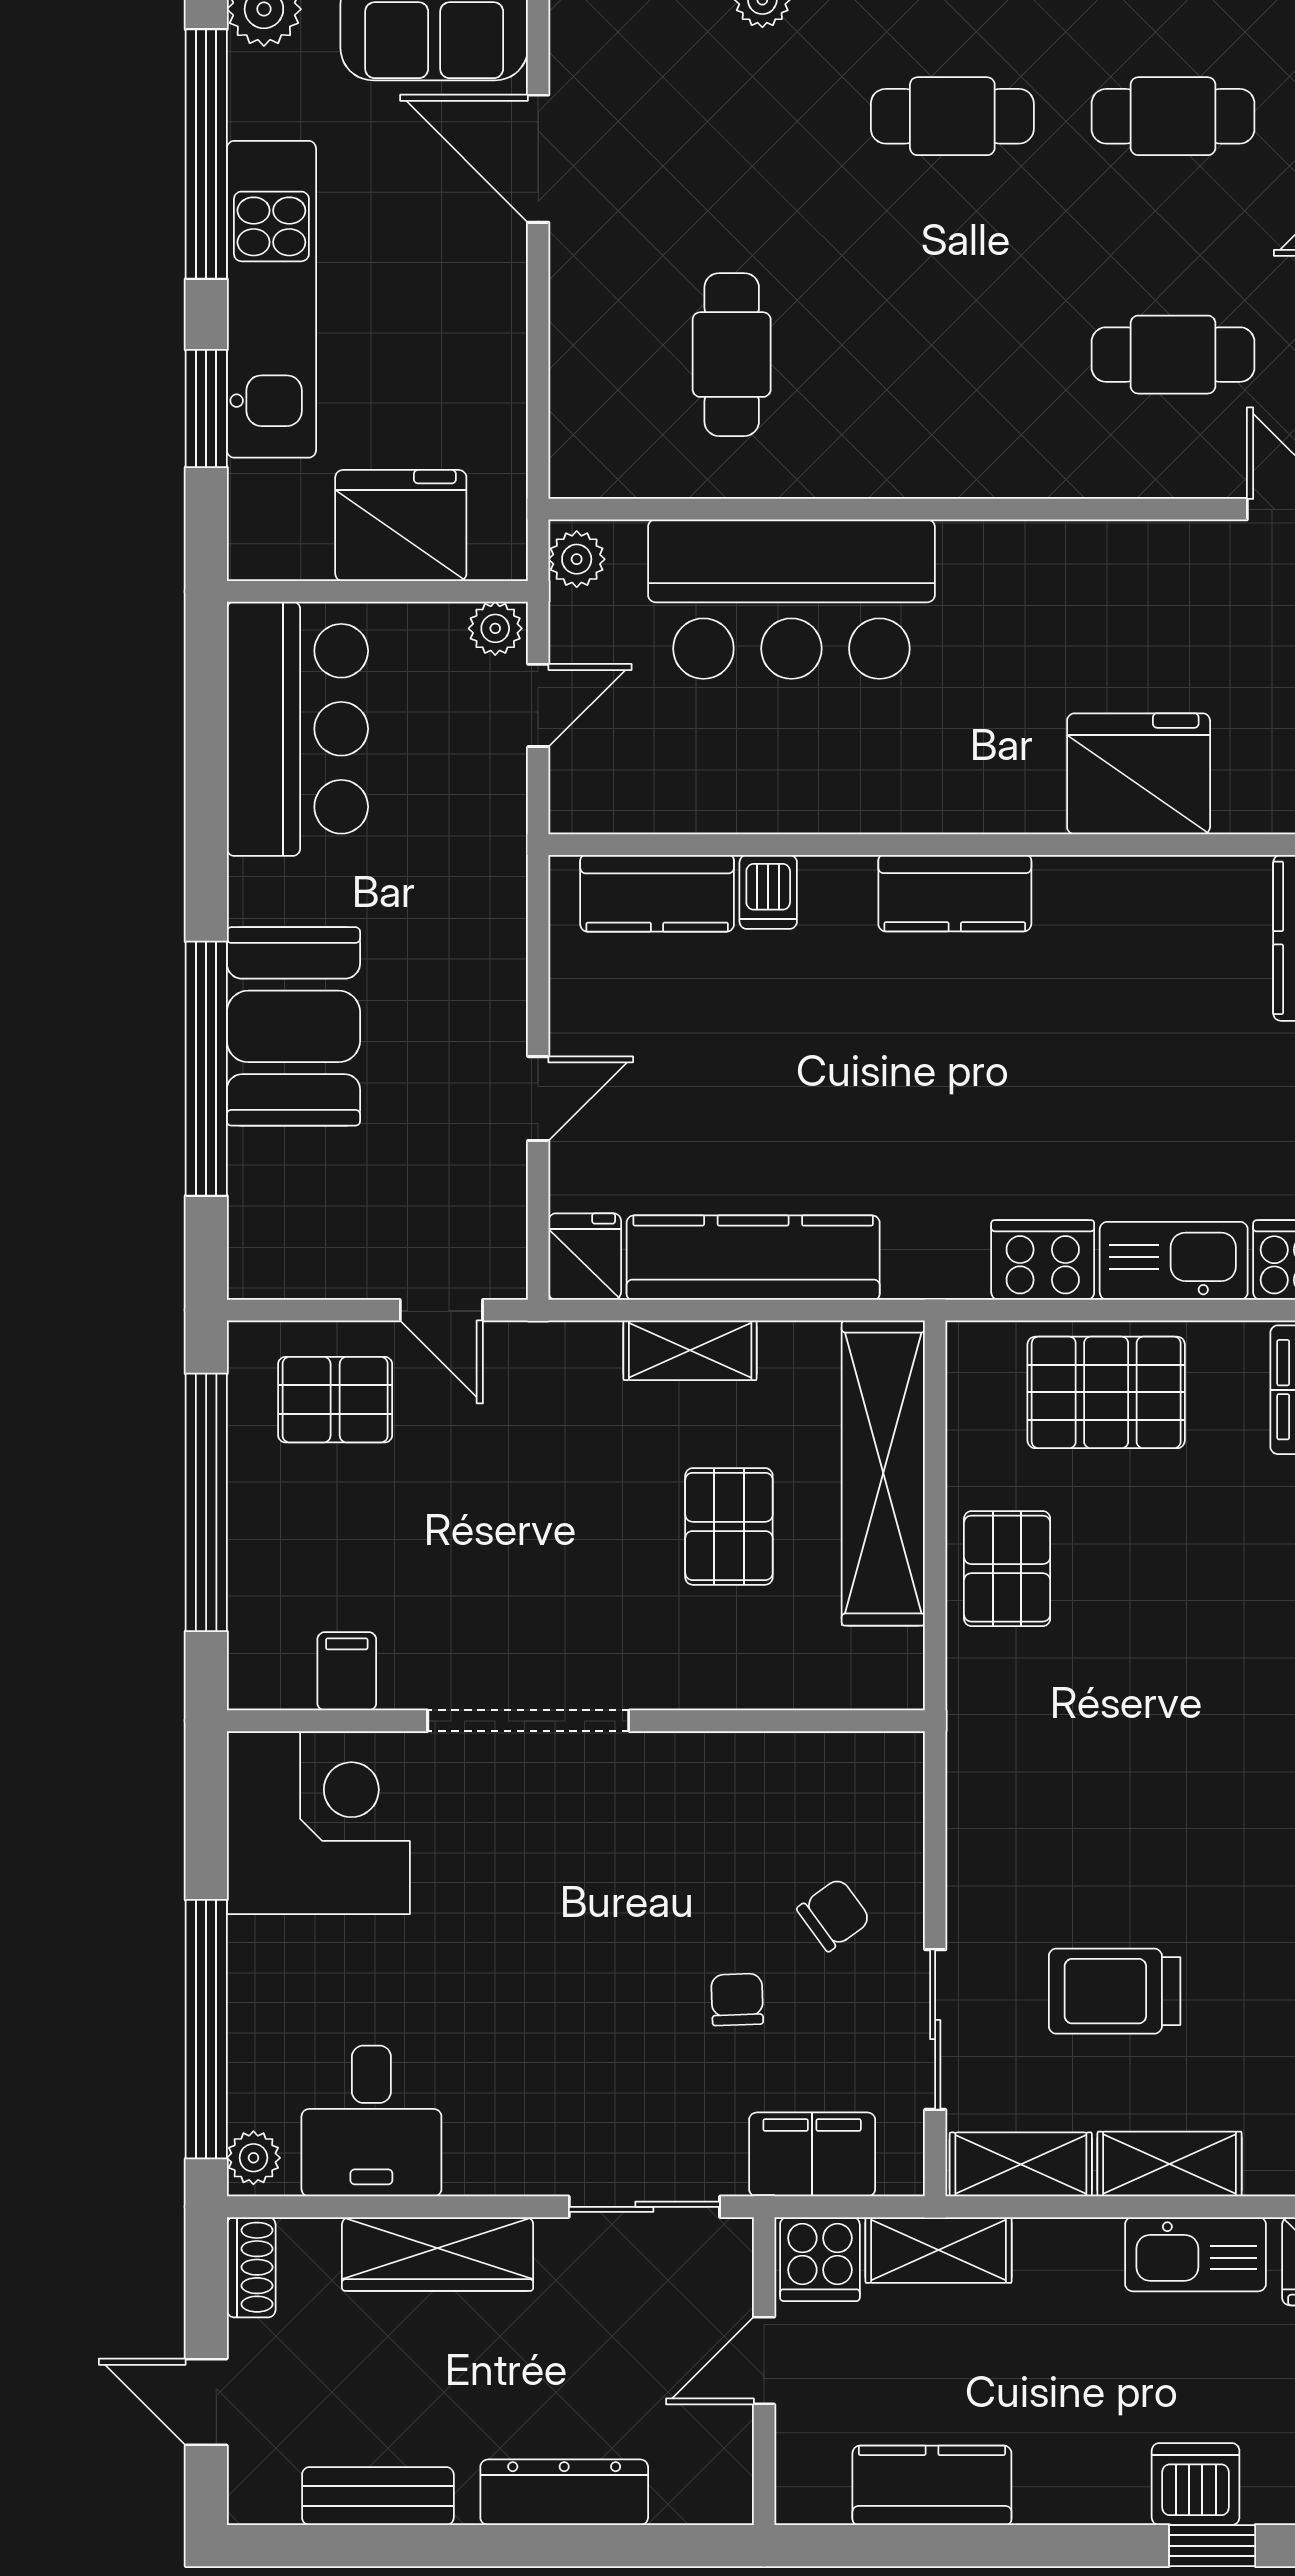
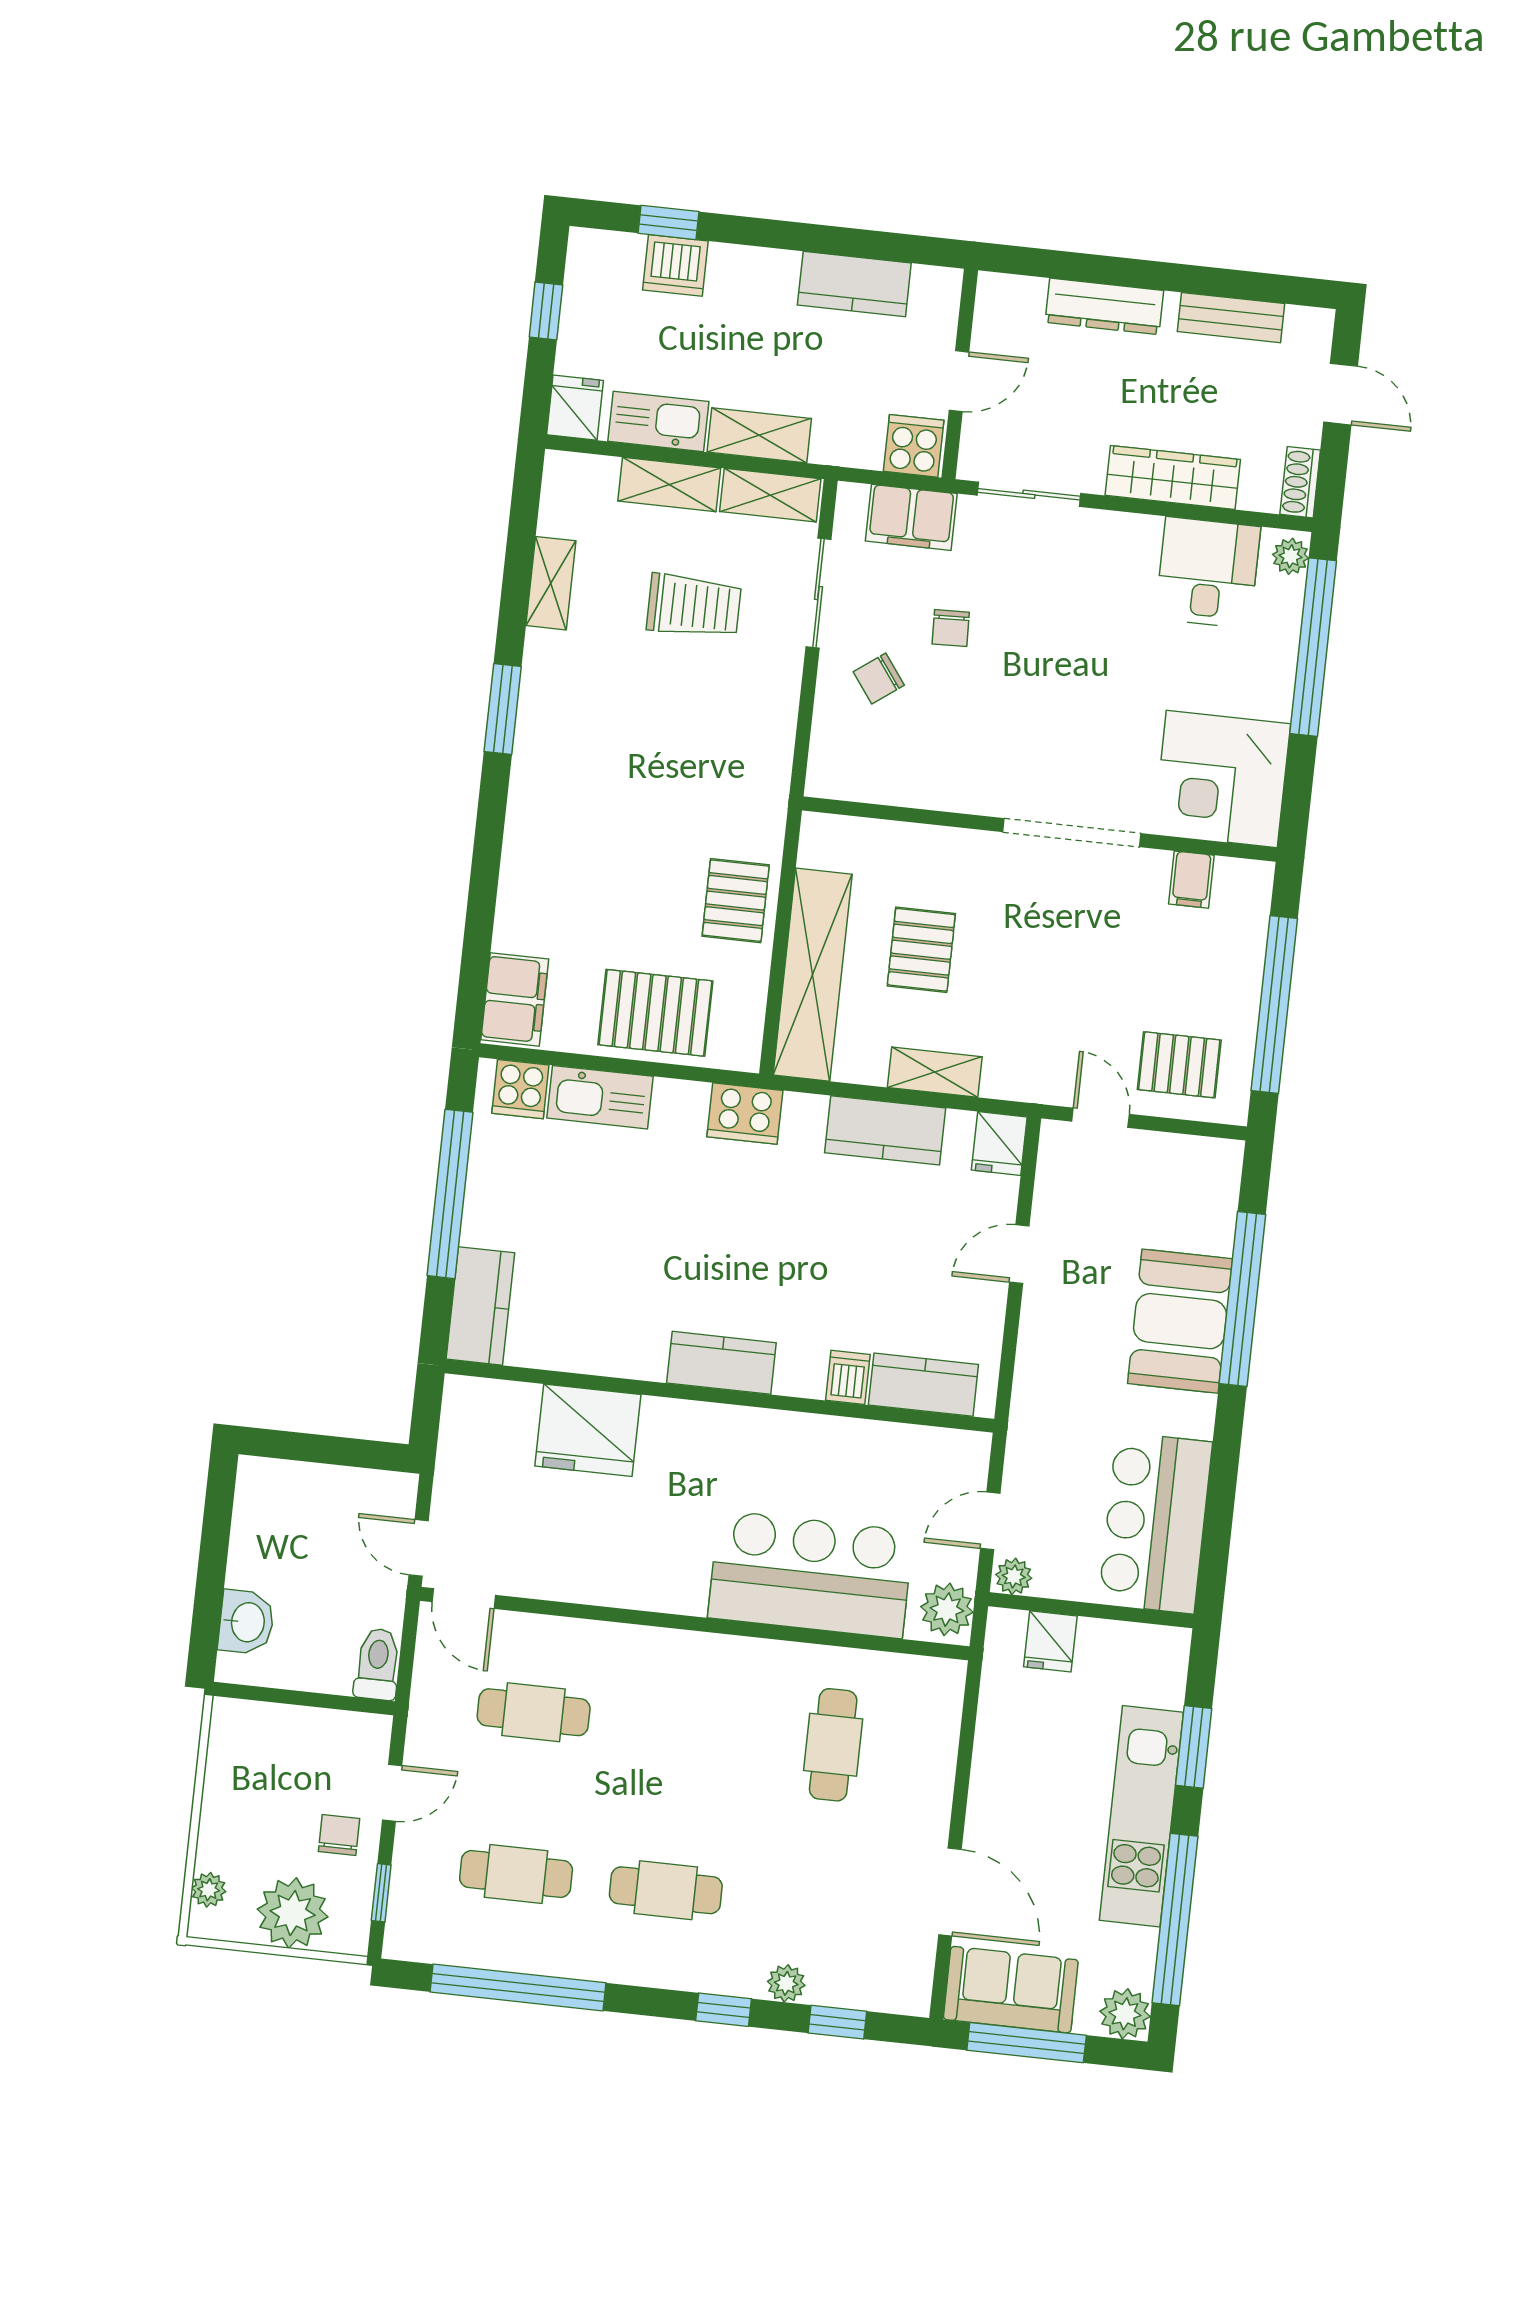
fridge: (401, 526) -> (1050, 1641), width x0.53, depth x0.75
plant: (577, 559) -> (947, 1609), width x1.38, depth x1.38
kitchen counter: (753, 1258) -> (885, 1130), width x0.67
cooker: (1043, 1260) -> (745, 1114), moved
shelving: (938, 2250) -> (759, 435), moved

